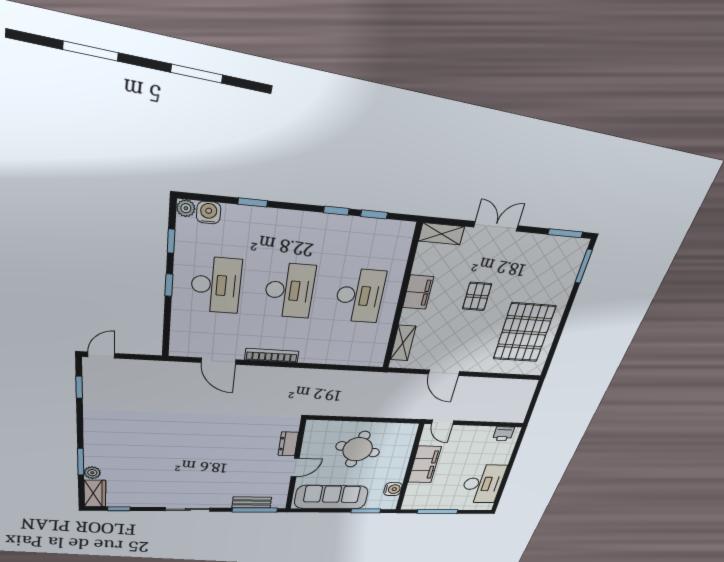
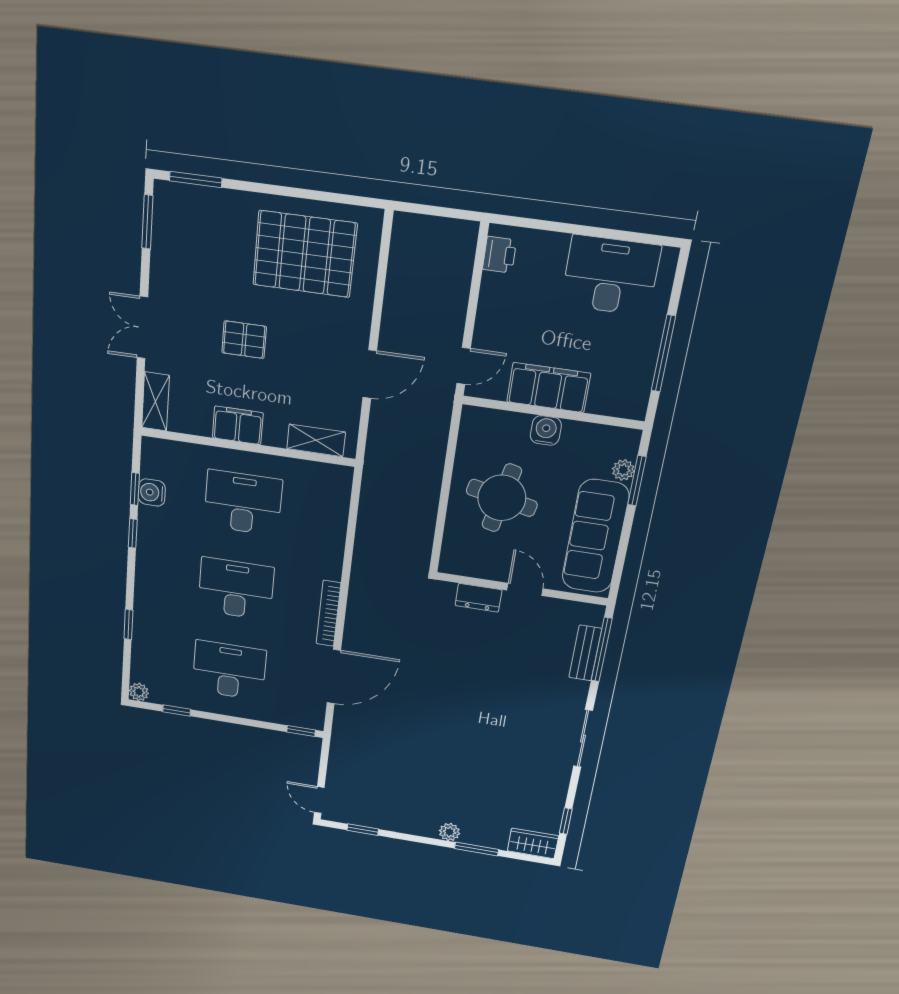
water cooler: (209, 213) -> (152, 492), moved
window: (169, 285) -> (301, 731), moved
door: (219, 361) -> (334, 677), width x1.36
plant: (92, 473) -> (449, 832), moved
water cooler: (393, 489) -> (546, 430), moved
plant: (373, 504) -> (623, 470), added

